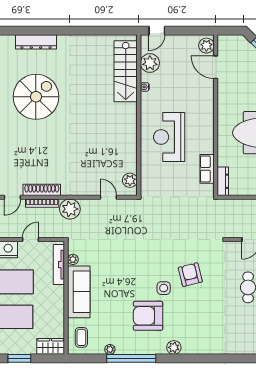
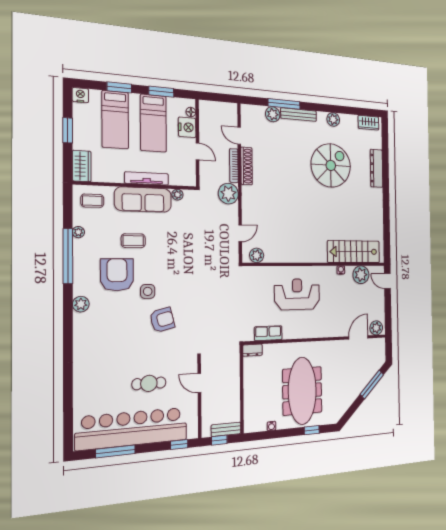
spiral stairs: (36, 97) -> (331, 165), turned -90
dresser: (223, 181) -> (253, 350), width x0.70
tv unit: (59, 265) -> (147, 178), moved
coffee table: (117, 301) -> (133, 241), added

